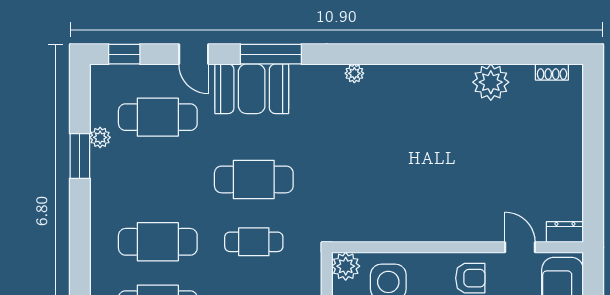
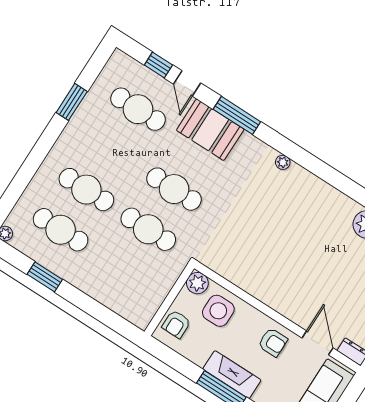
window: (124, 54) -> (158, 65), moved
plant: (100, 137) -> (92, 98), removed
cafe table: (254, 242) -> (148, 229), width x1.37, depth x1.35
door: (520, 247) -> (318, 343), width x1.37

